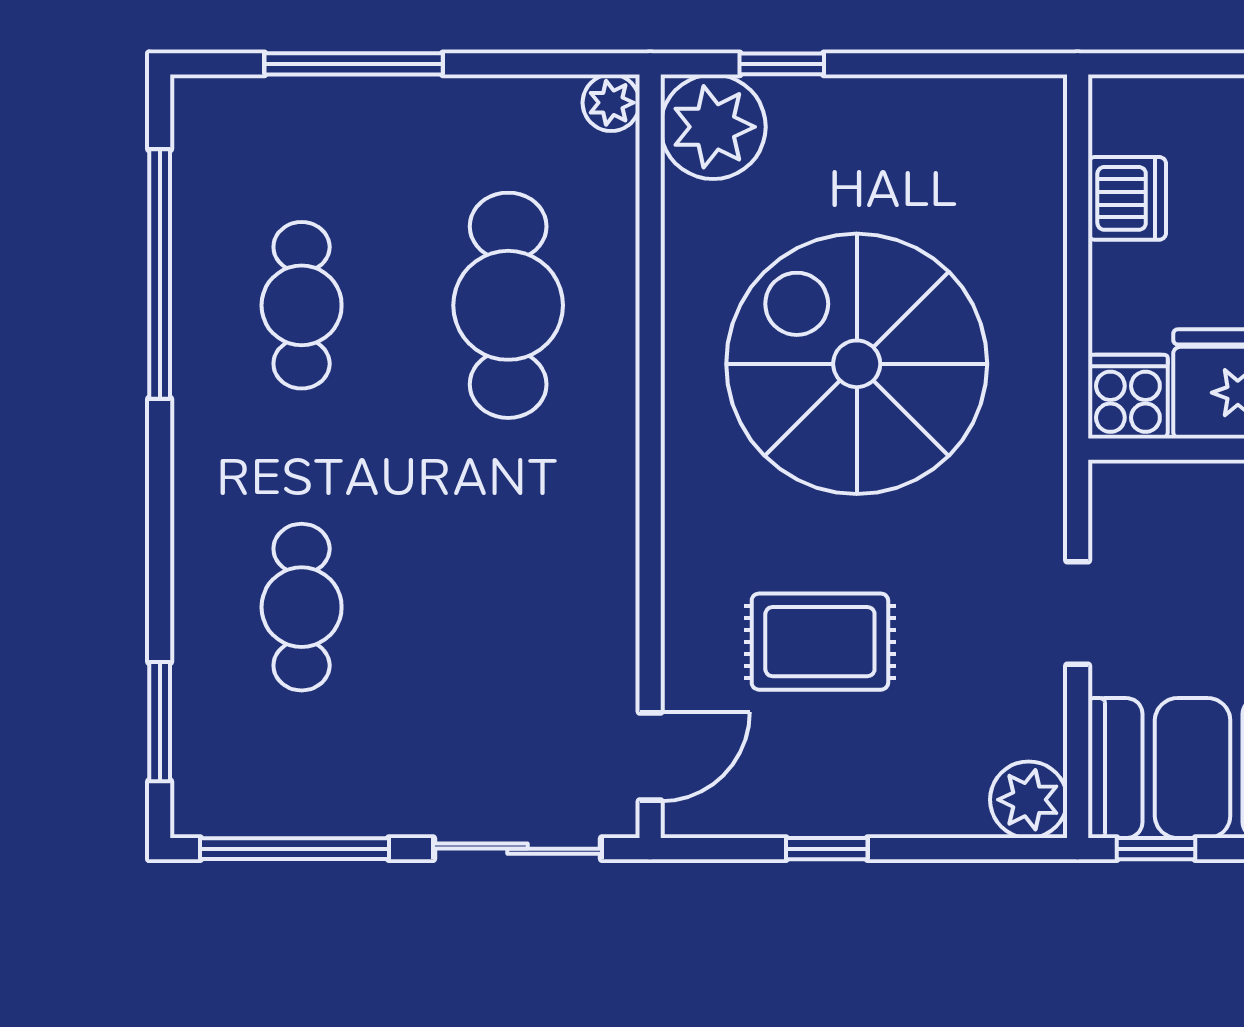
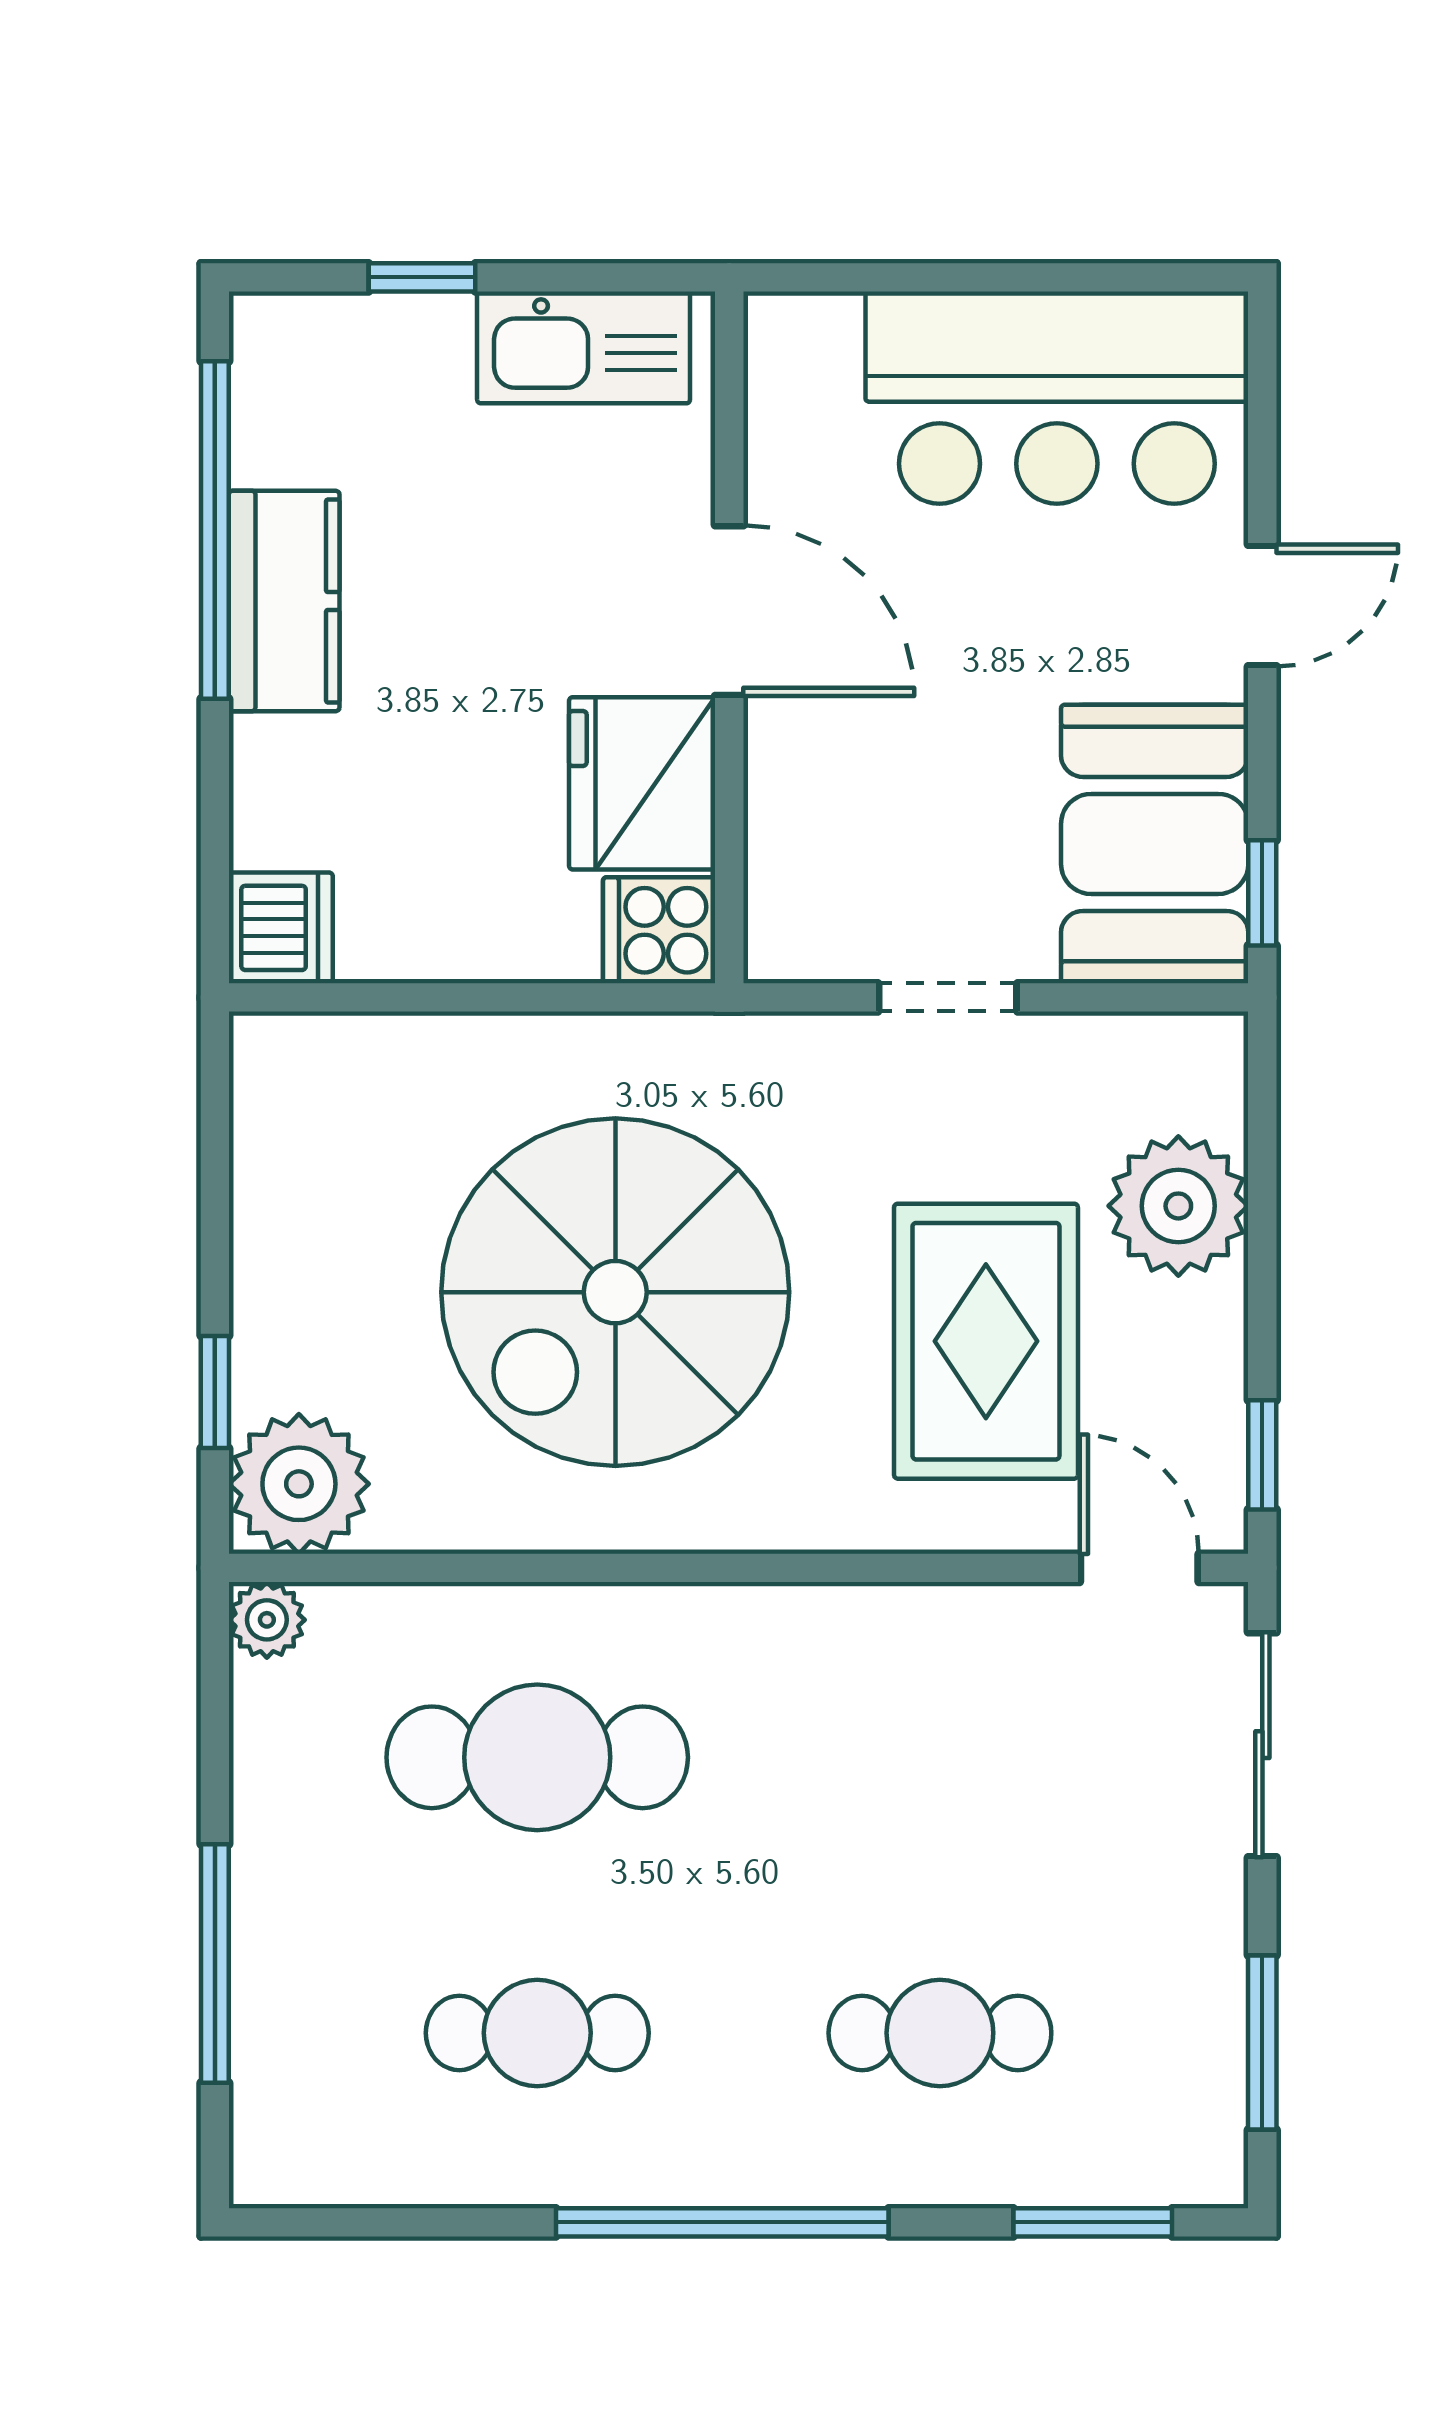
dishwasher: (1127, 198) -> (281, 928), moved, turned 90
window: (160, 274) -> (722, 2222), moved
rug: (820, 642) -> (986, 1341), width x1.36, depth x1.43
plant: (1029, 800) -> (1178, 1206), moved, width x1.36, depth x1.36
window: (294, 849) -> (1262, 2042), width x0.69
window: (827, 849) -> (1262, 1455), moved

